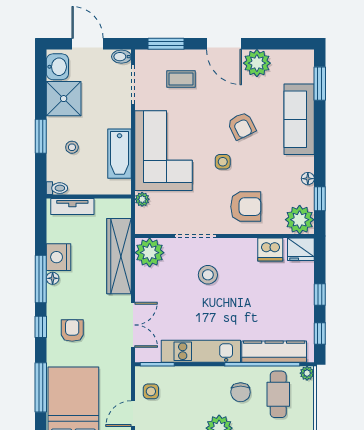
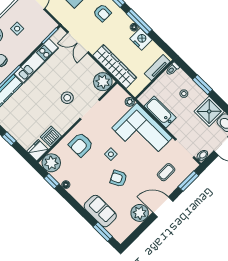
sofa: (299, 119) -> (100, 211), width x0.73
side table: (151, 391) -> (17, 29), moved

